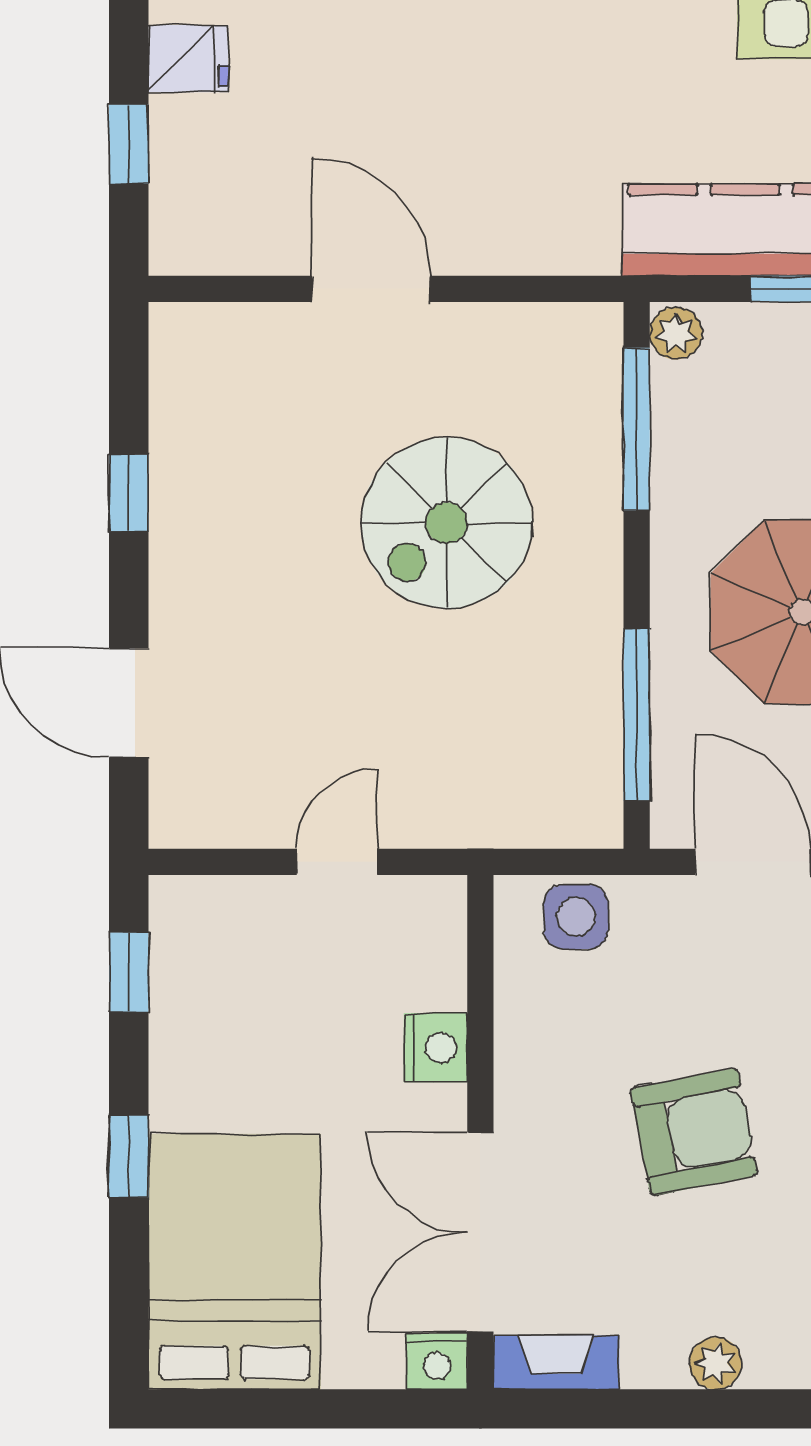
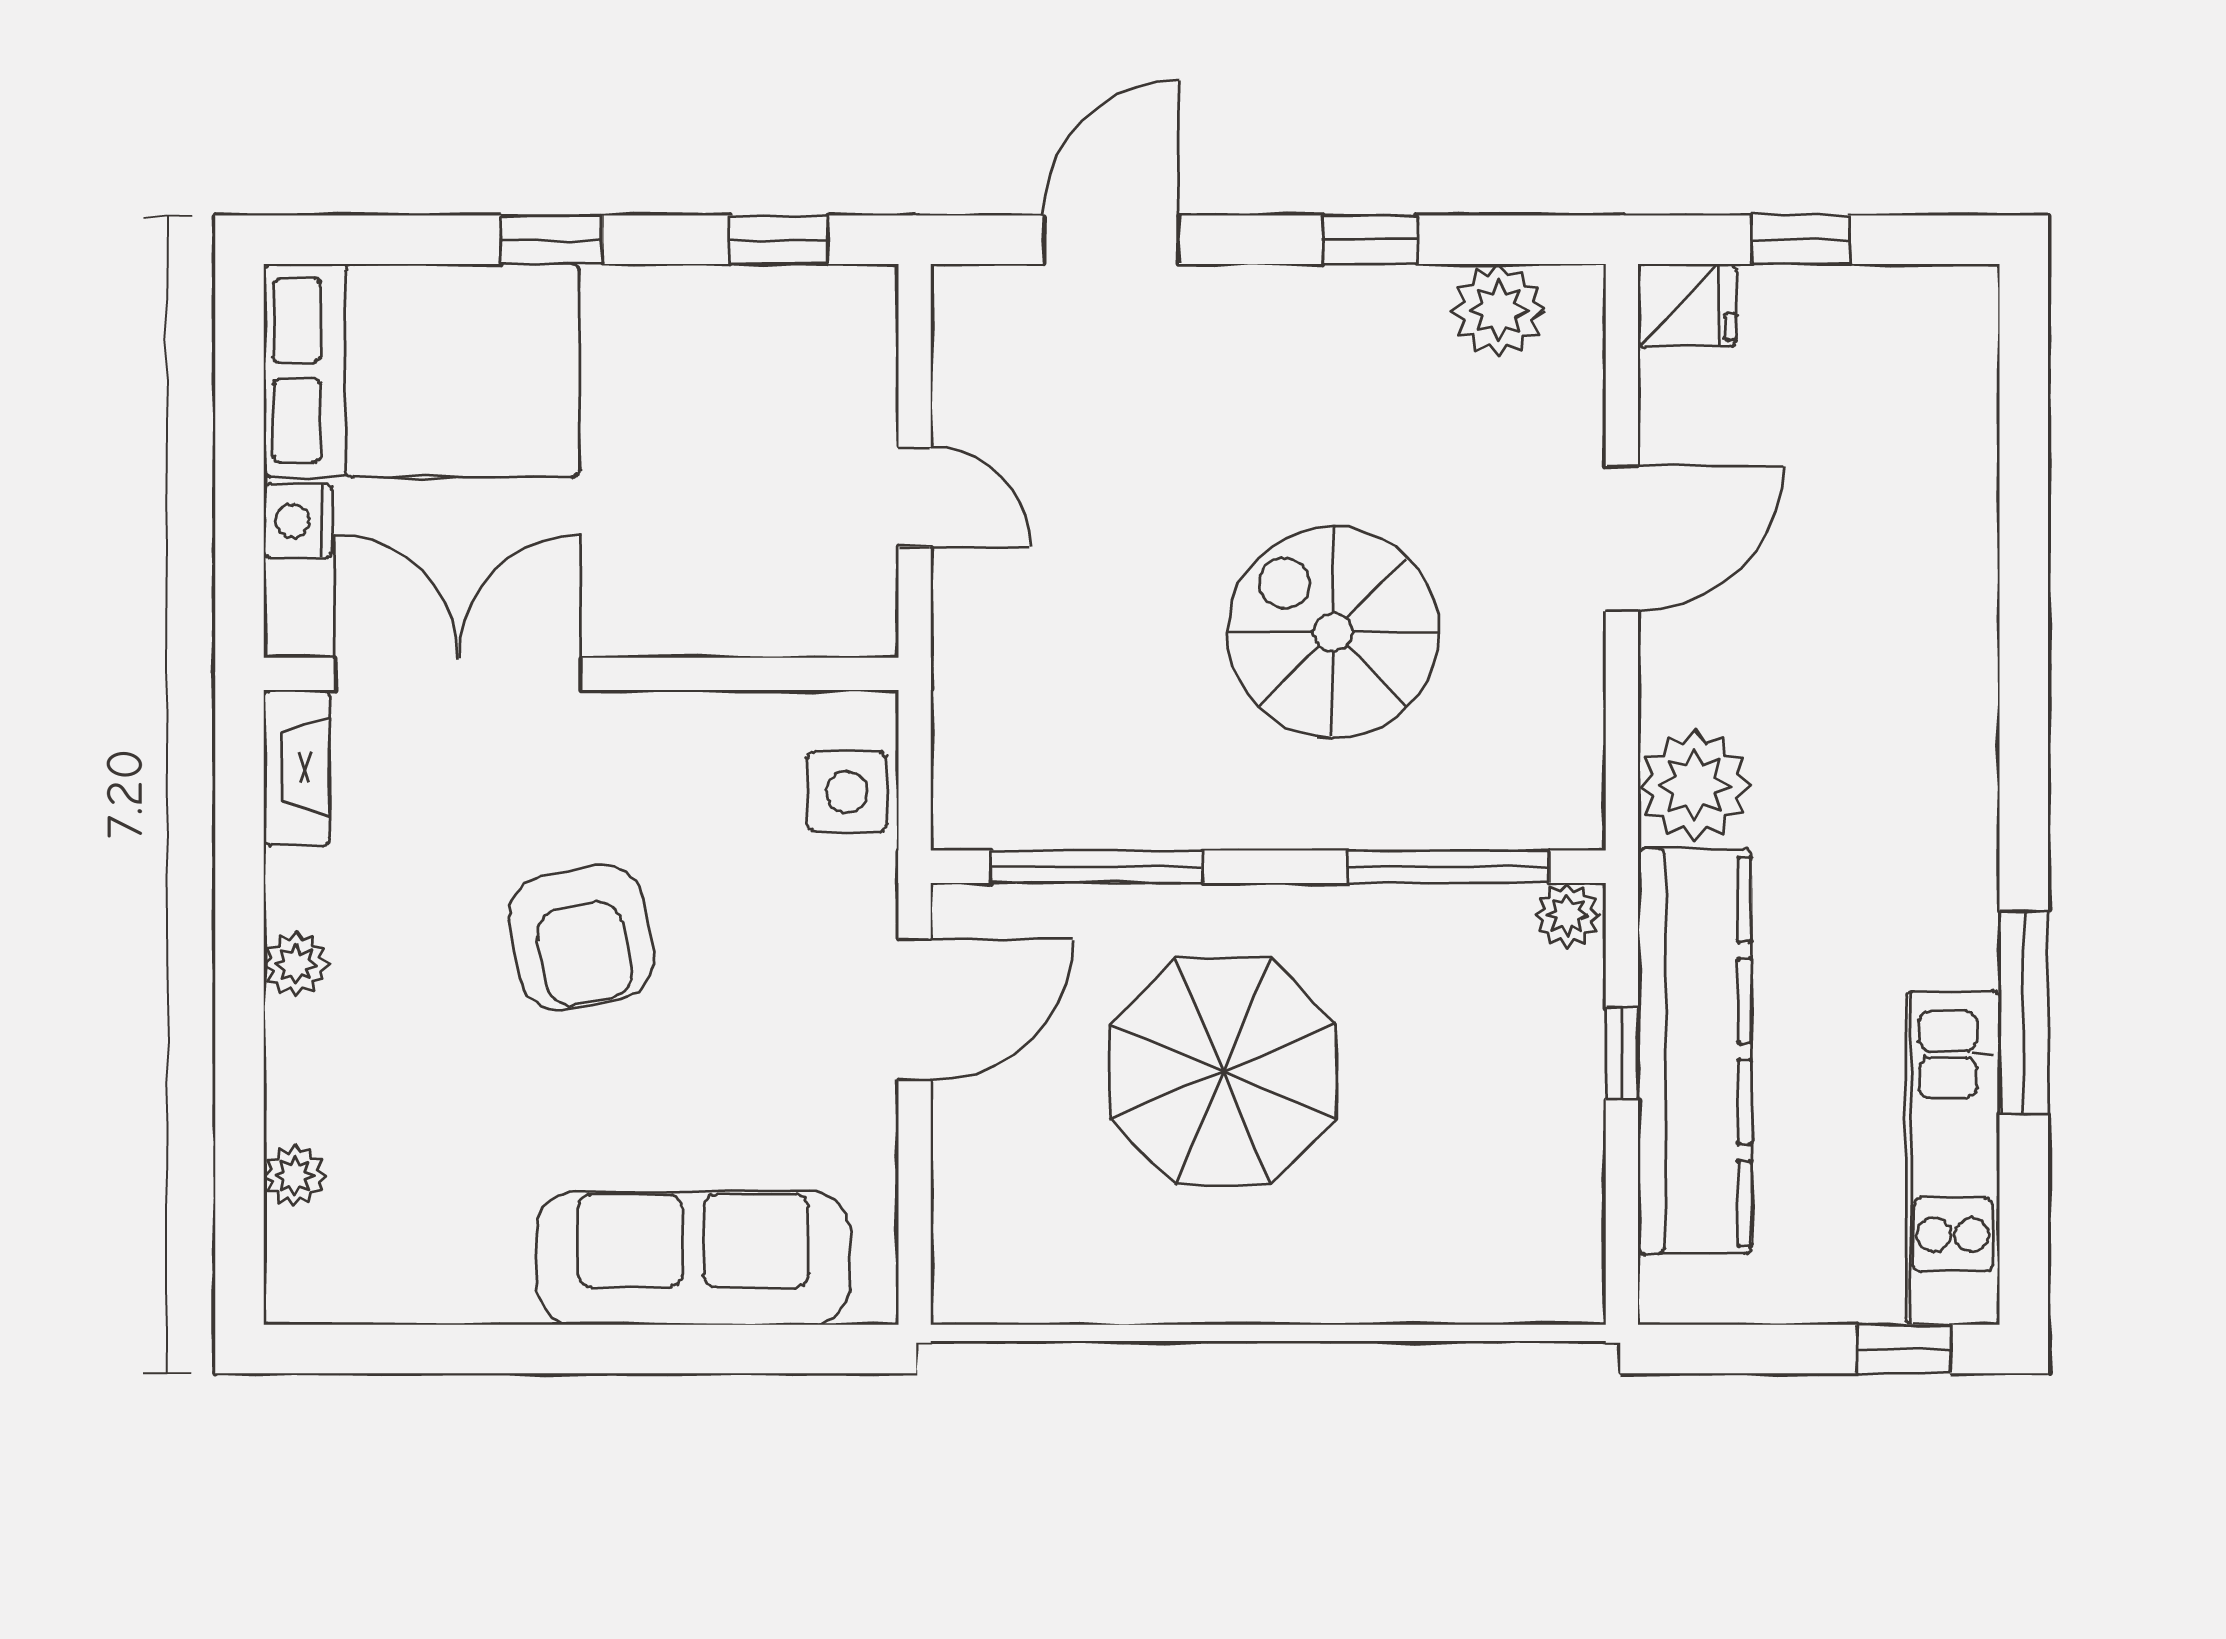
fridge: (188, 59) -> (1687, 305), moved, turned -90
plant: (571, 230) -> (1695, 786), added
plant: (186, 389) -> (1499, 310), added
nightstand: (436, 1048) -> (685, 619), removed
nightstand: (437, 1361) -> (298, 521), moved

